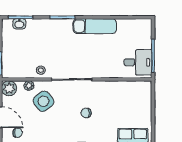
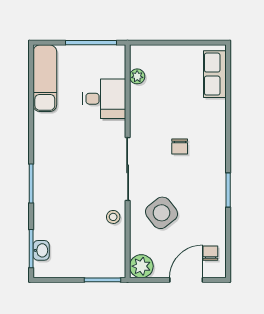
exam couch: (95, 26) -> (45, 78), moved
desk: (138, 62) -> (104, 99), moved, turned 90
plant: (29, 86) -> (137, 76), moved

